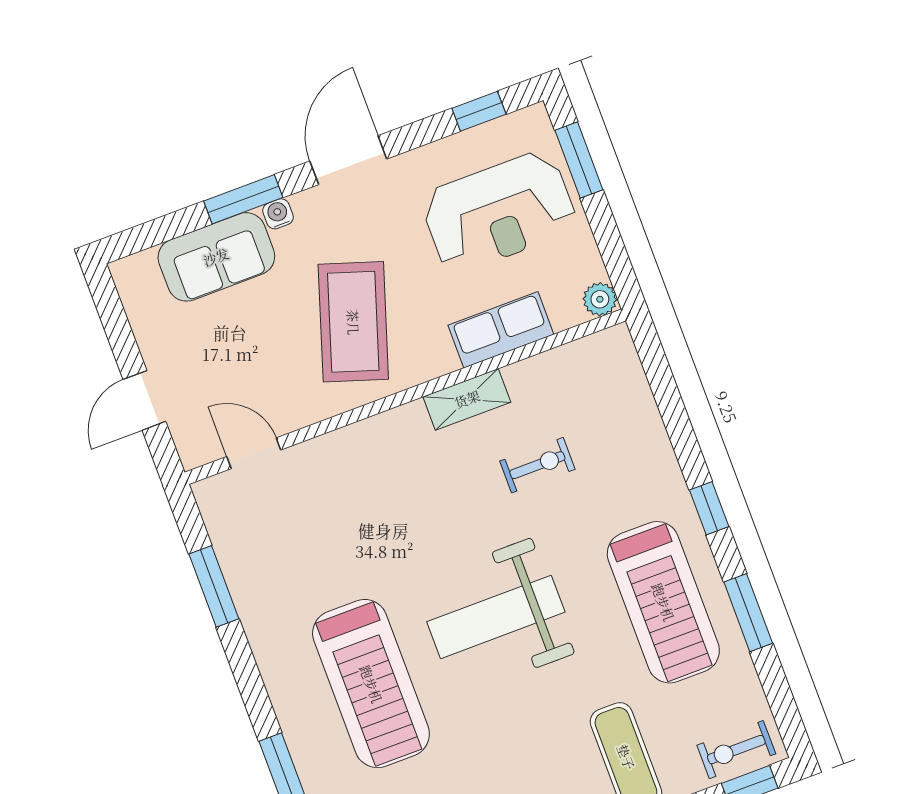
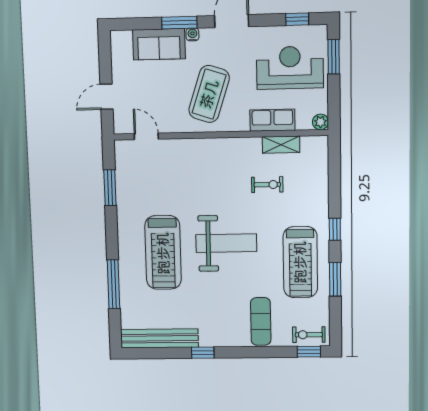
reception desk: (499, 212) -> (290, 68), turned 180
shelving: (467, 399) -> (281, 145), moved
weight bench: (496, 617) -> (226, 243), turned 180

